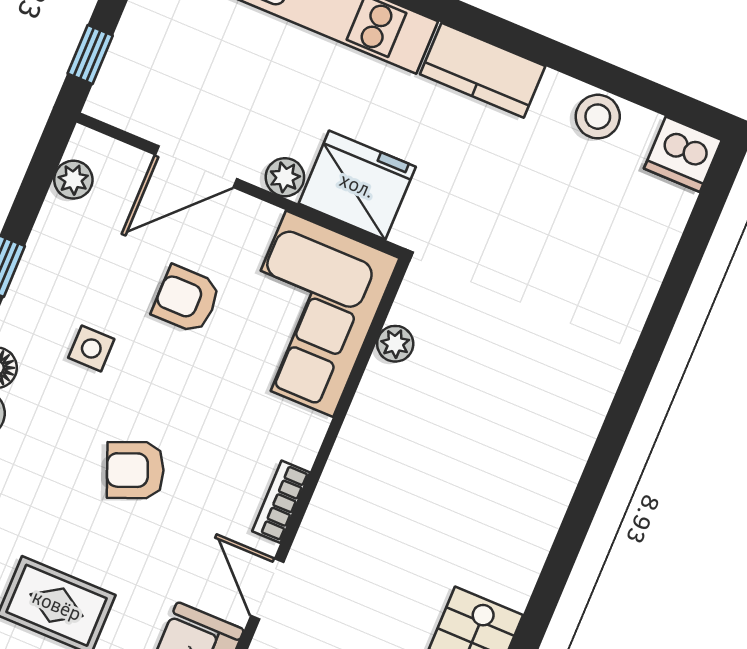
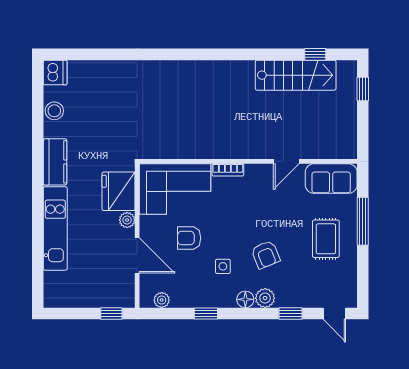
armchair: (186, 299) -> (189, 238), turned 90
plant: (395, 344) -> (173, 152), removed
armchair: (135, 470) -> (266, 255), moved
bookcase: (281, 502) -> (228, 170), moved

